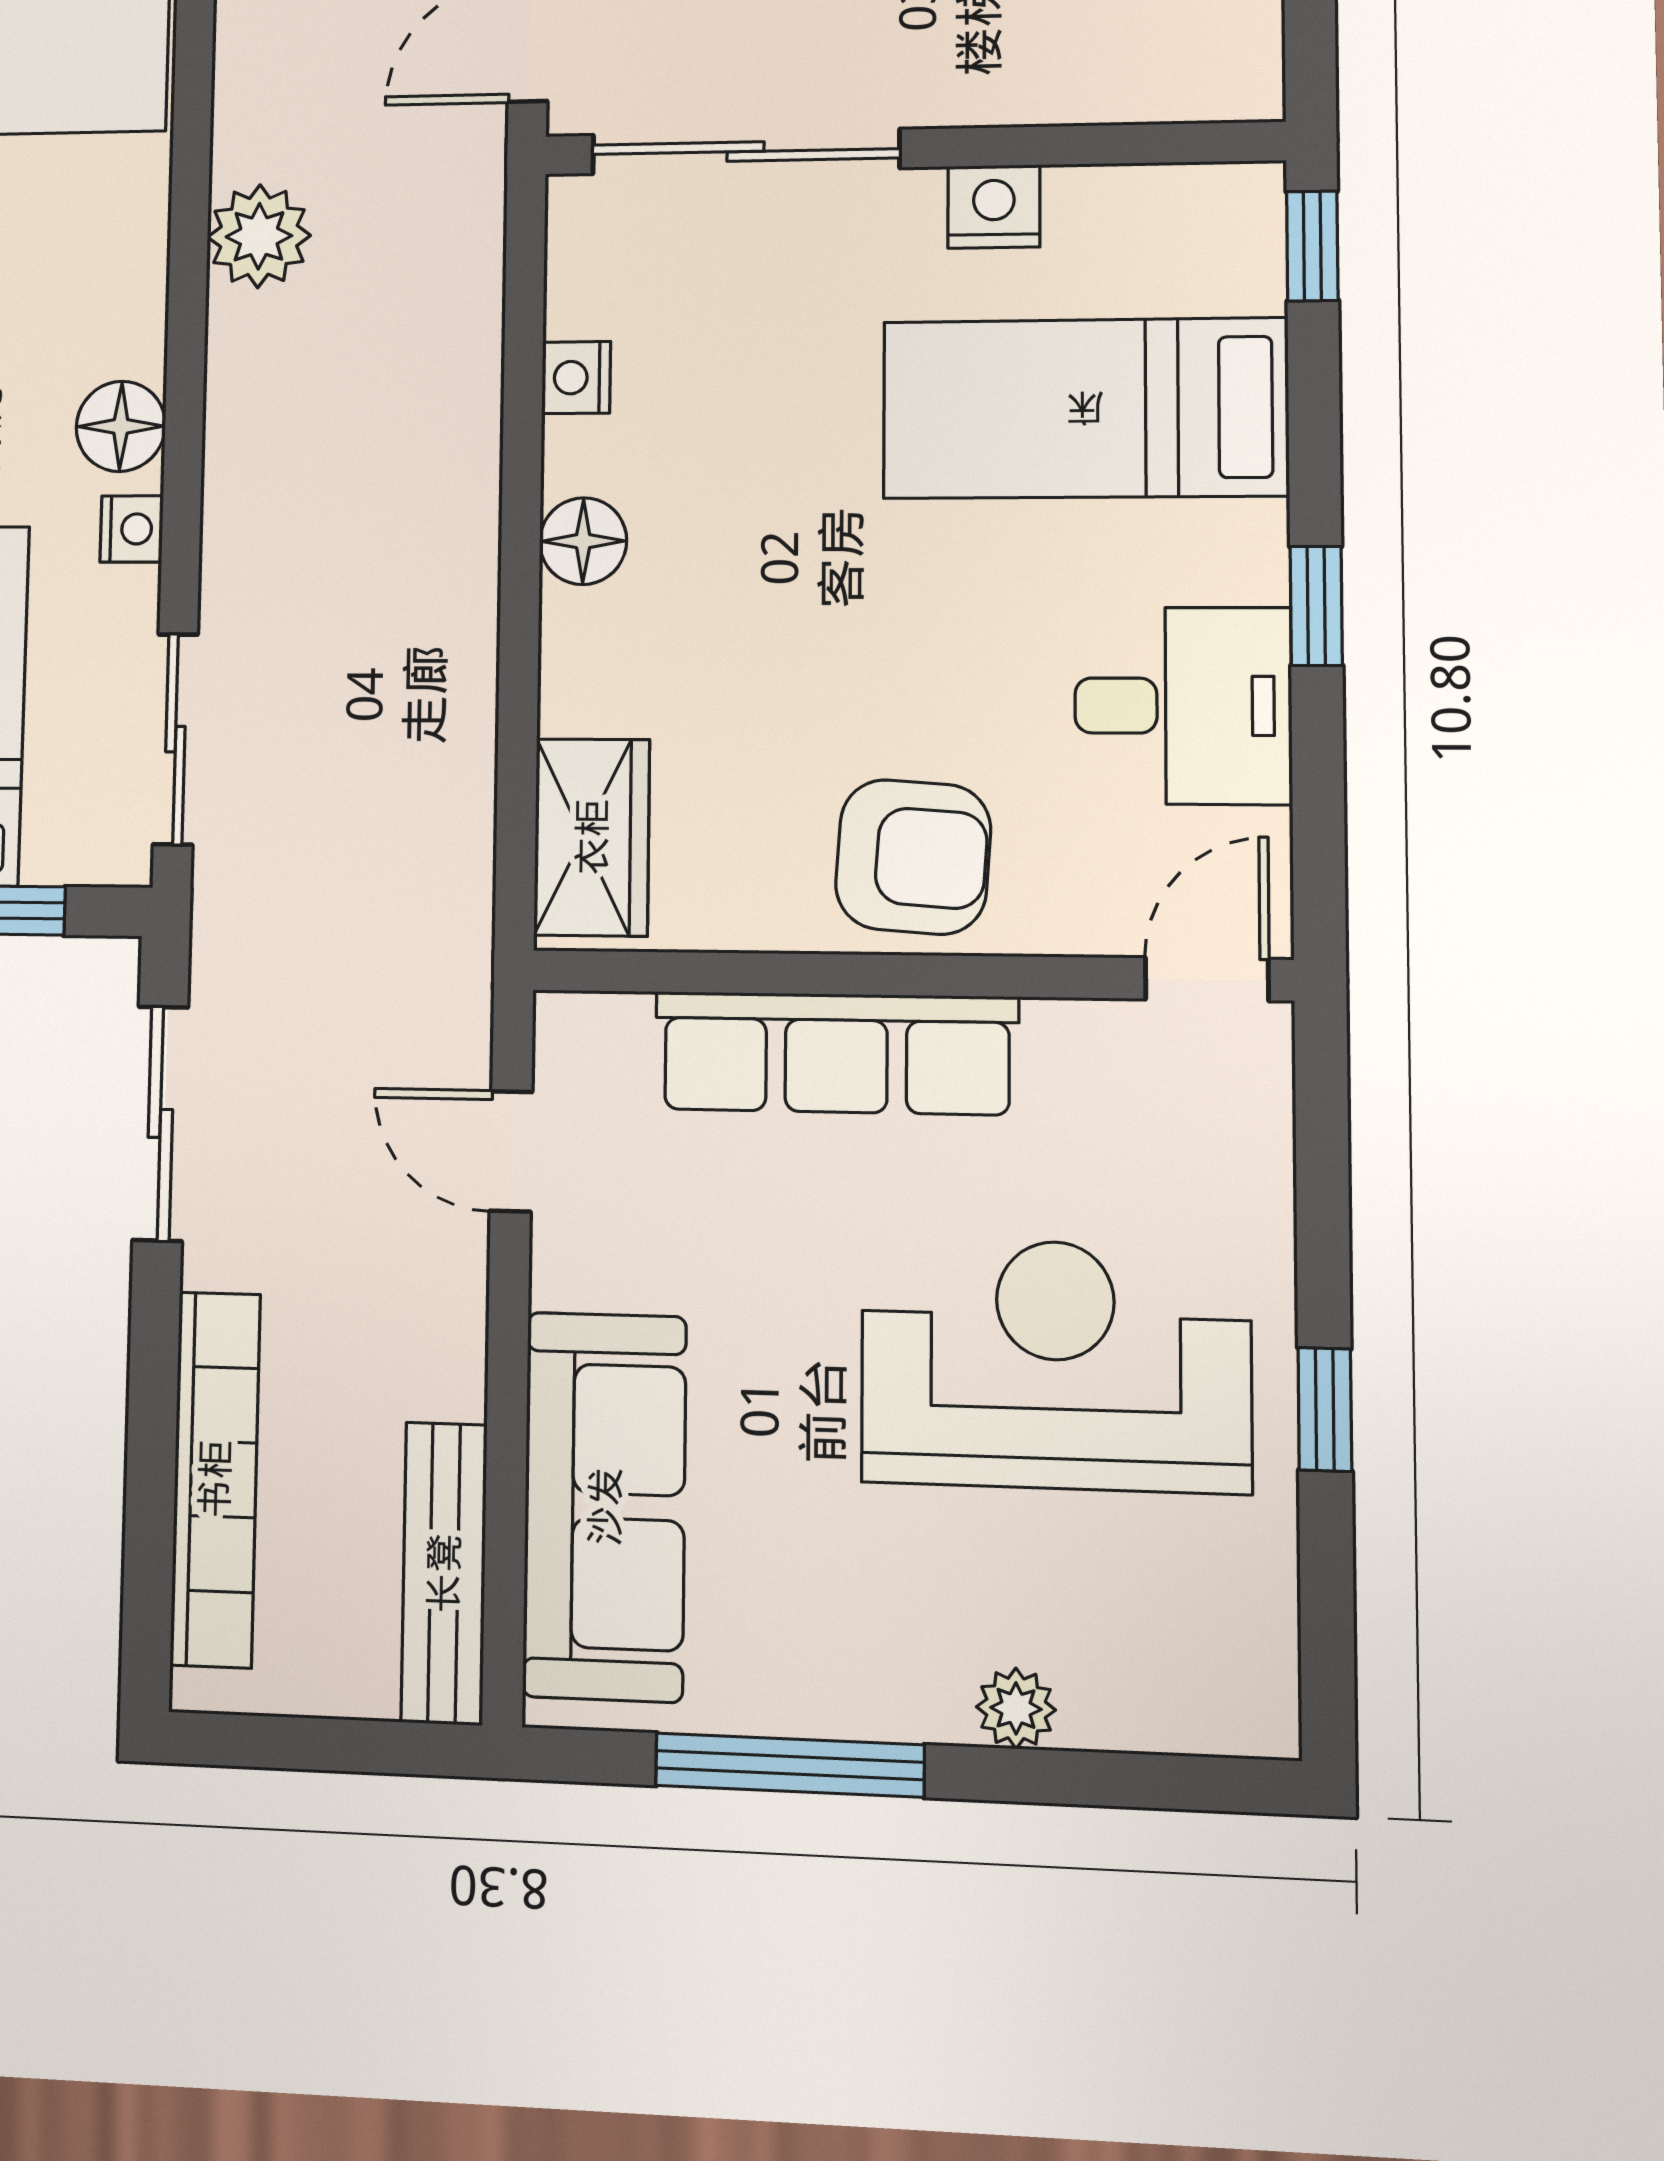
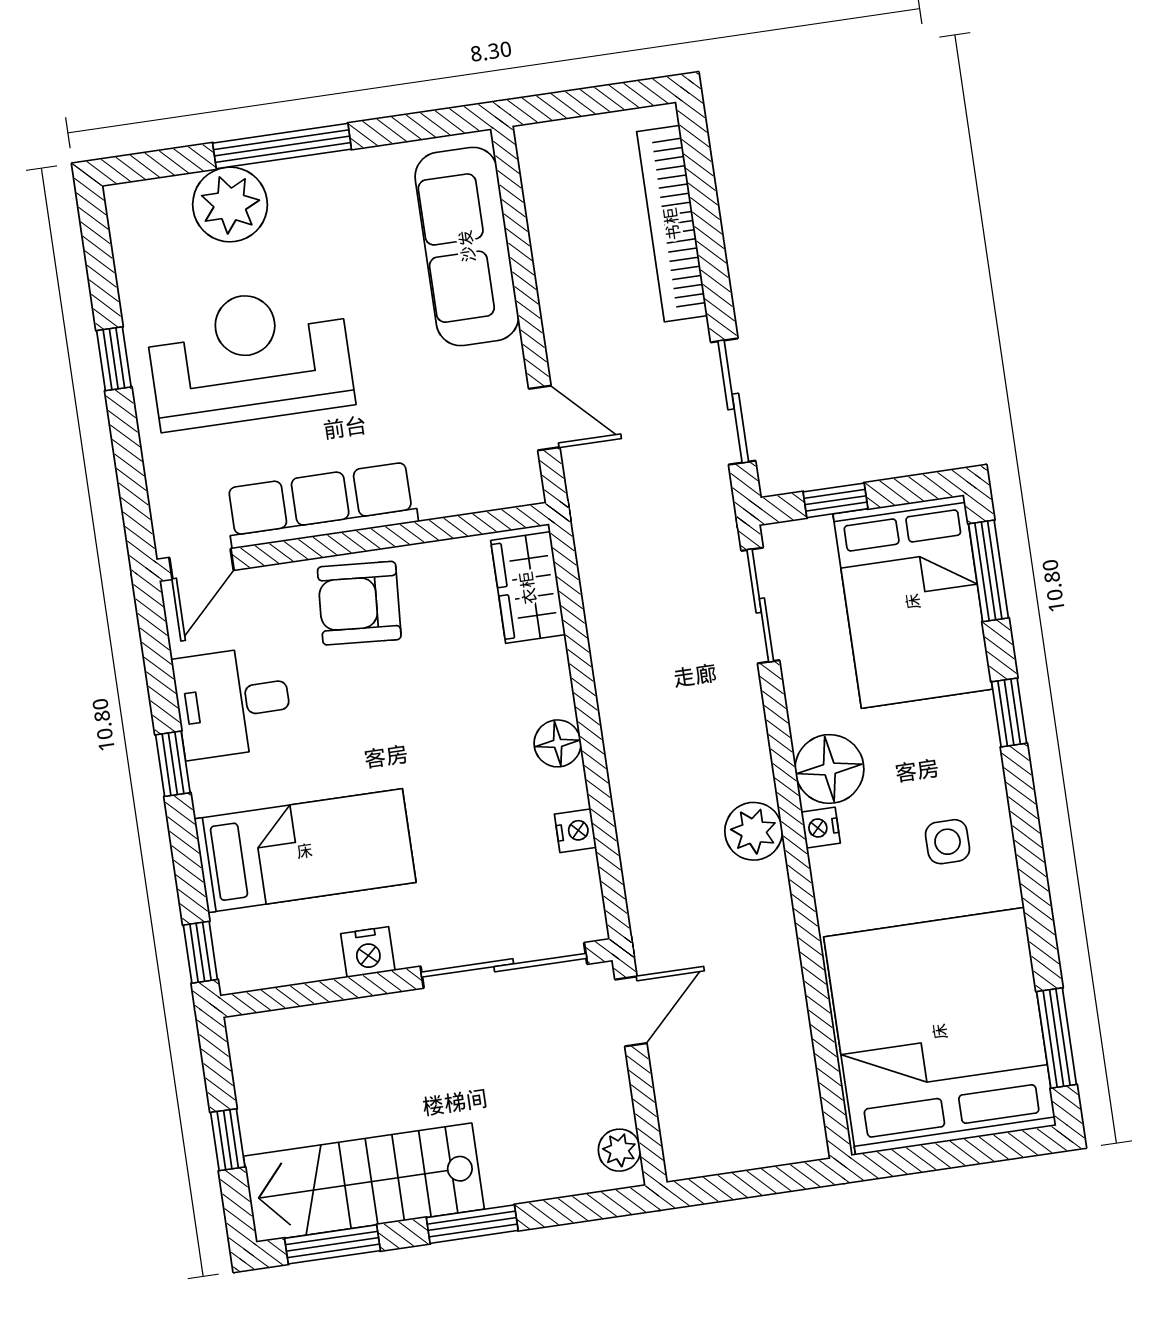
plant: (259, 236) -> (754, 831), moved
floor lamp: (121, 426) -> (829, 769), width x1.38, depth x1.38
nightstand: (132, 529) -> (821, 828), moved
row of seats: (836, 1053) -> (321, 505), moved
reception desk: (1055, 1365) -> (250, 357), turned 180
bench: (444, 1573) -> (544, 198), removed
plant: (1016, 1708) -> (230, 204), width x1.88, depth x1.88
window: (790, 1765) -> (282, 146), moved

